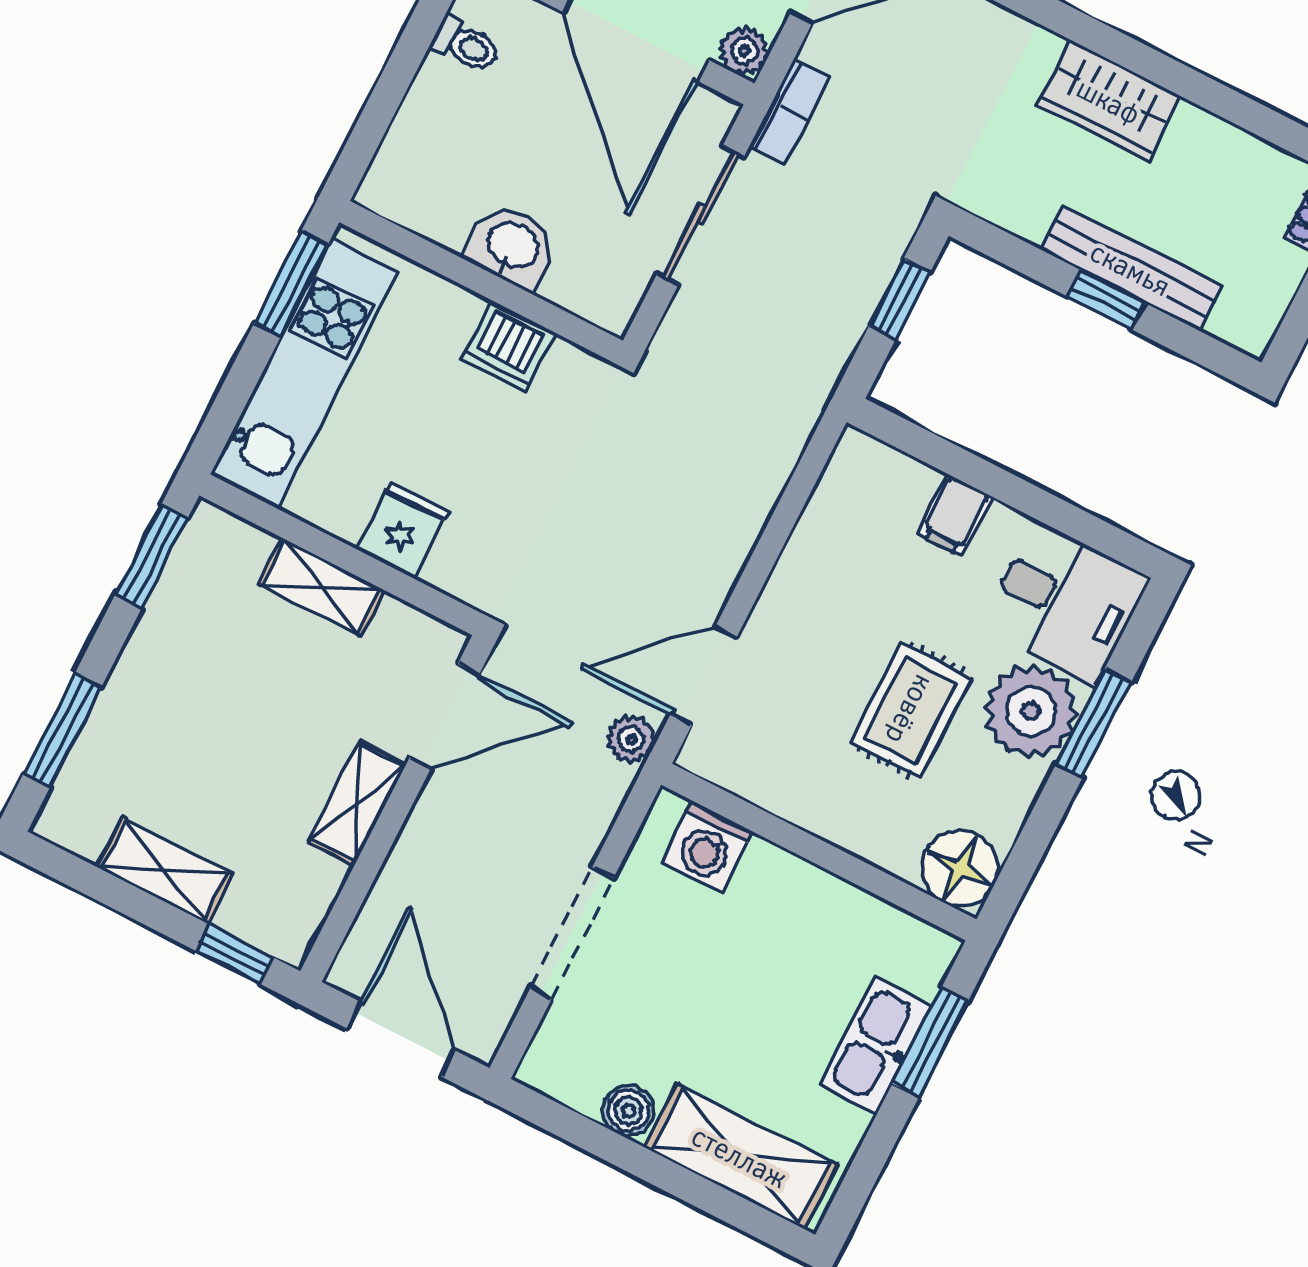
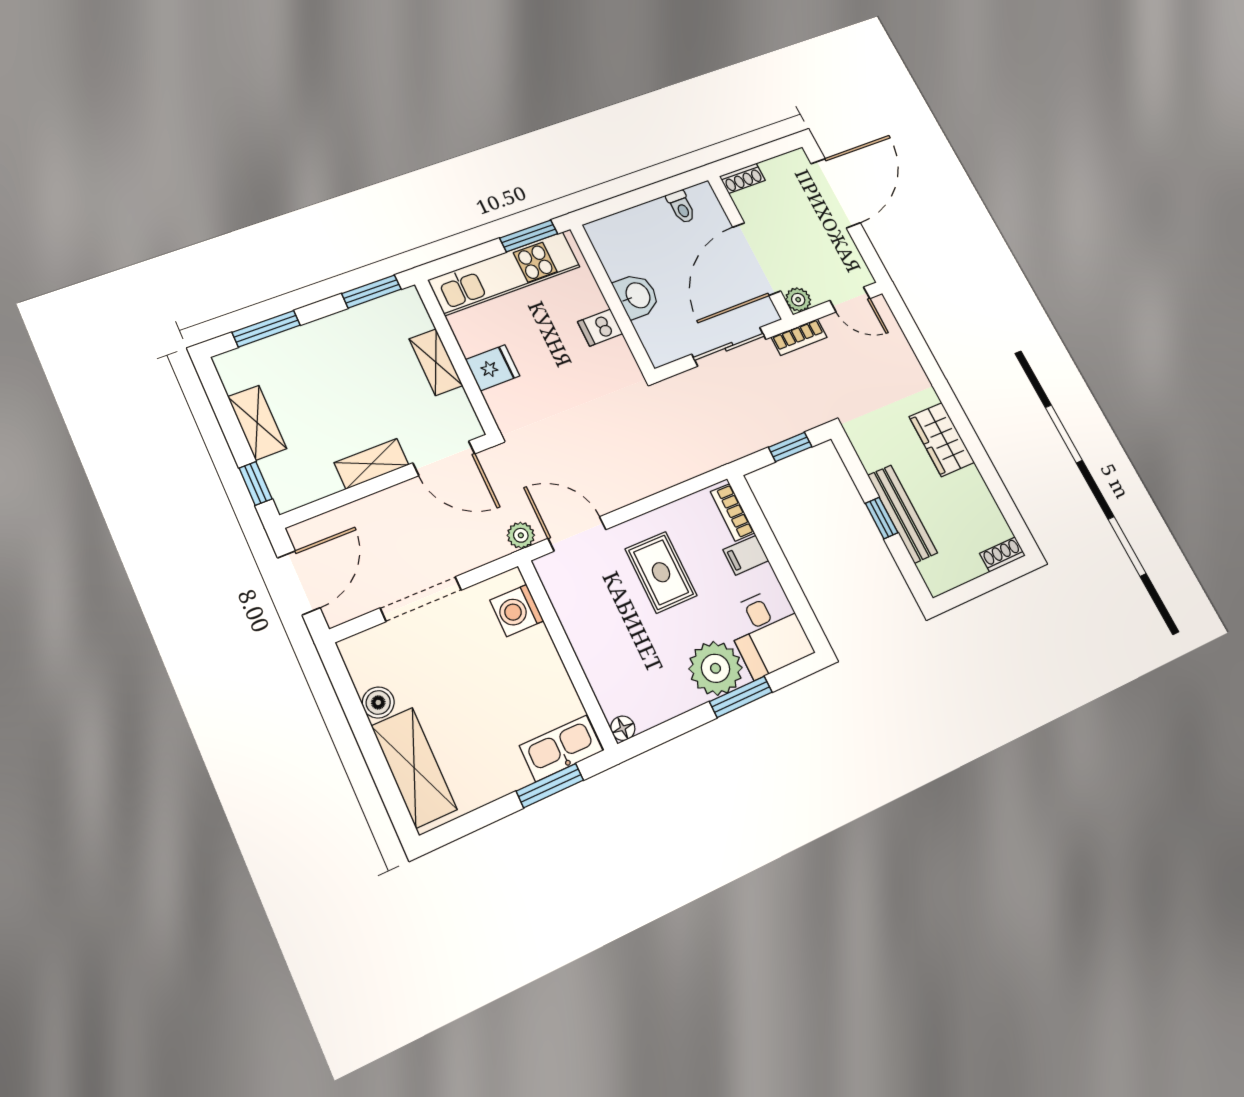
dishwasher: (508, 346) -> (600, 328), width x0.73
bookcase: (891, 467) -> (732, 512), added
rug: (911, 710) -> (661, 572), moved, turned 90
floor lamp: (960, 868) -> (623, 728), width x0.53, depth x0.53
kitchen sink: (876, 1046) -> (561, 748), moved

